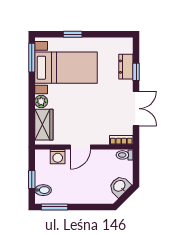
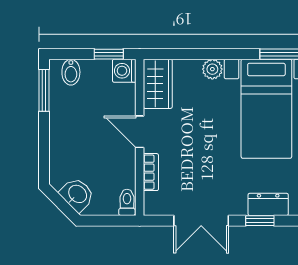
wardrobe: (44, 125) -> (158, 84), moved, turned -90
bookcase: (121, 140) -> (151, 172), moved
washing machine: (58, 157) -> (124, 71), moved
window: (32, 180) -> (109, 54), moved

